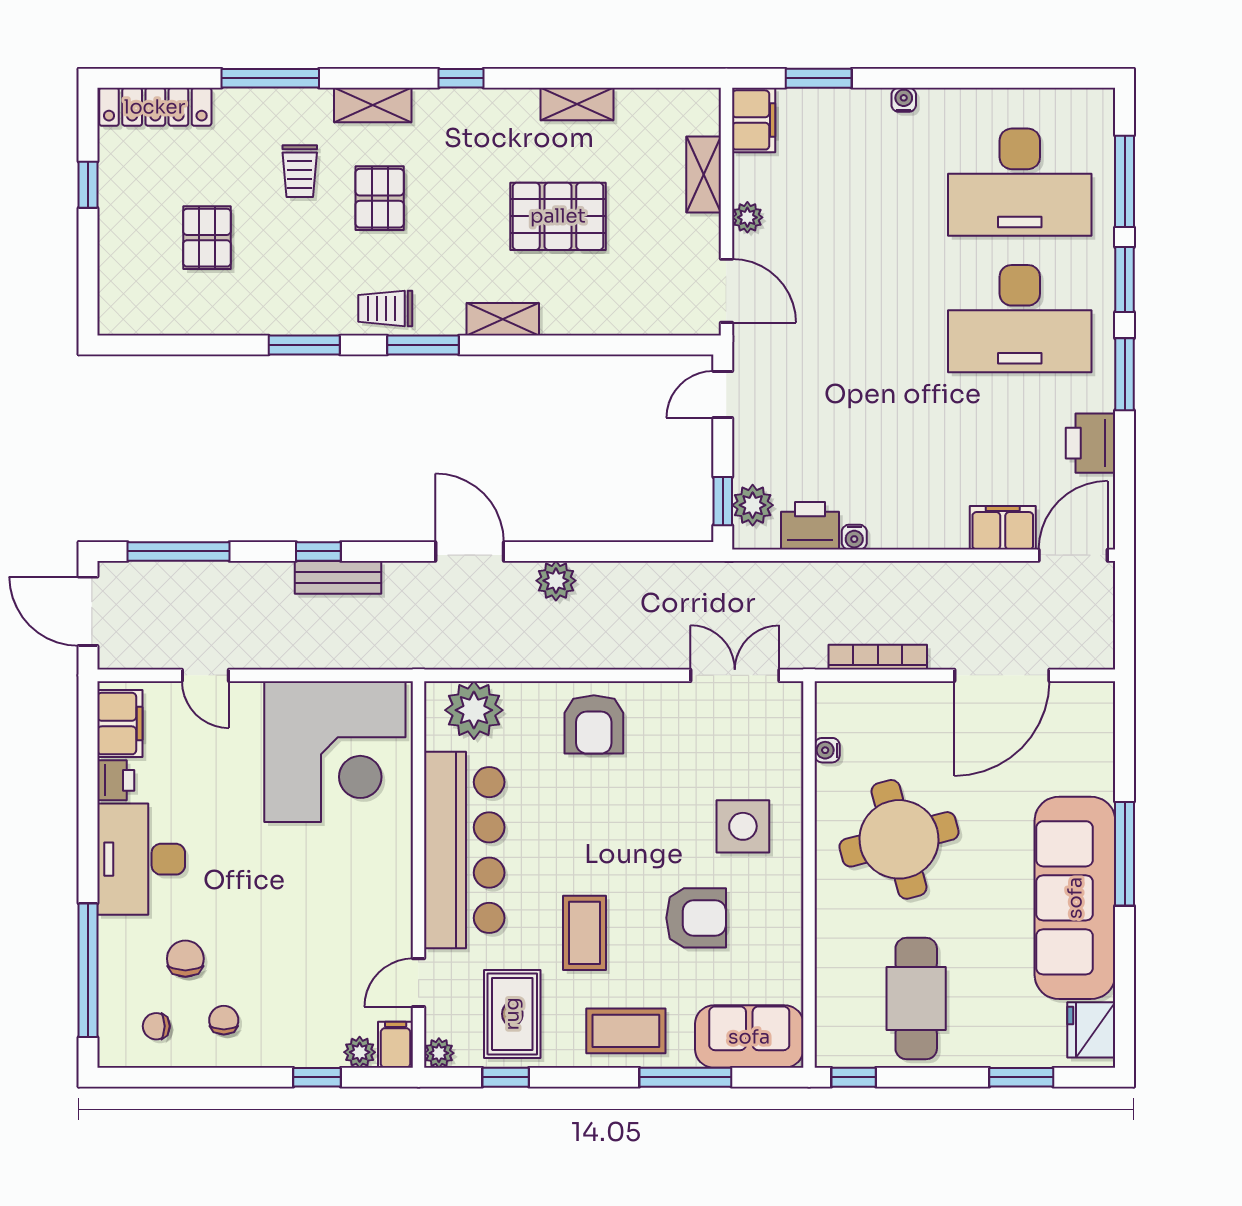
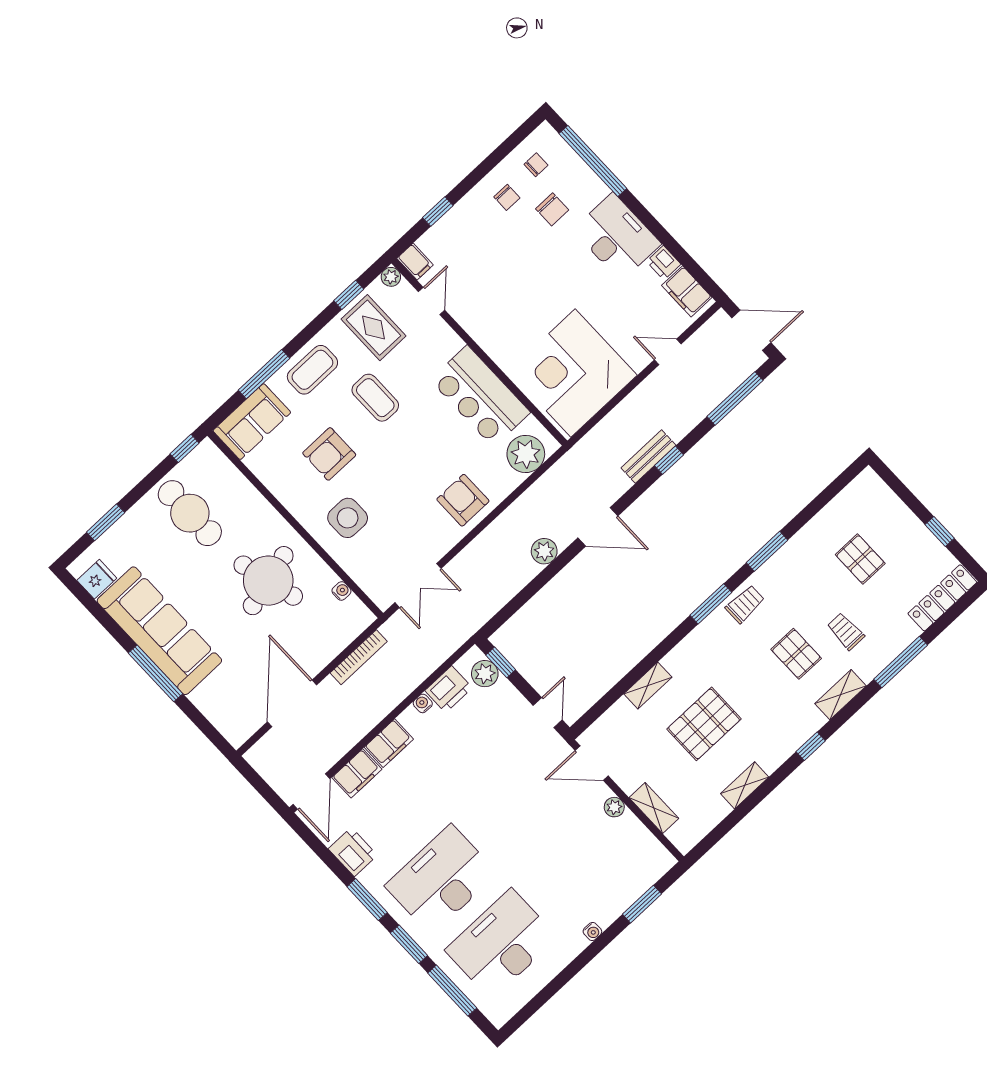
filing cabinet: (754, 120) -> (389, 743), moved, turned -90
shelving: (503, 319) -> (648, 686), moved
bar counter: (464, 850) -> (480, 396), width x0.73
fridge: (1091, 1030) -> (97, 579), width x0.72
plant: (360, 1052) -> (429, 242), removed

